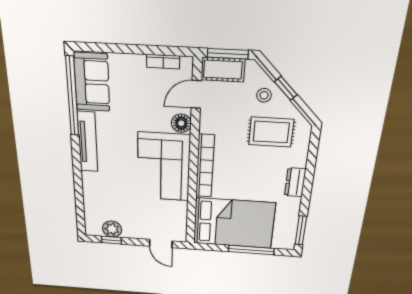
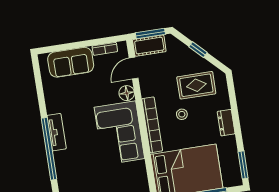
sofa: (92, 82) -> (71, 62), moved, turned 90
stool: (264, 95) -> (182, 114), moved
window: (72, 97) -> (49, 149), moved
tv unit: (88, 142) -> (57, 132), width x0.71

